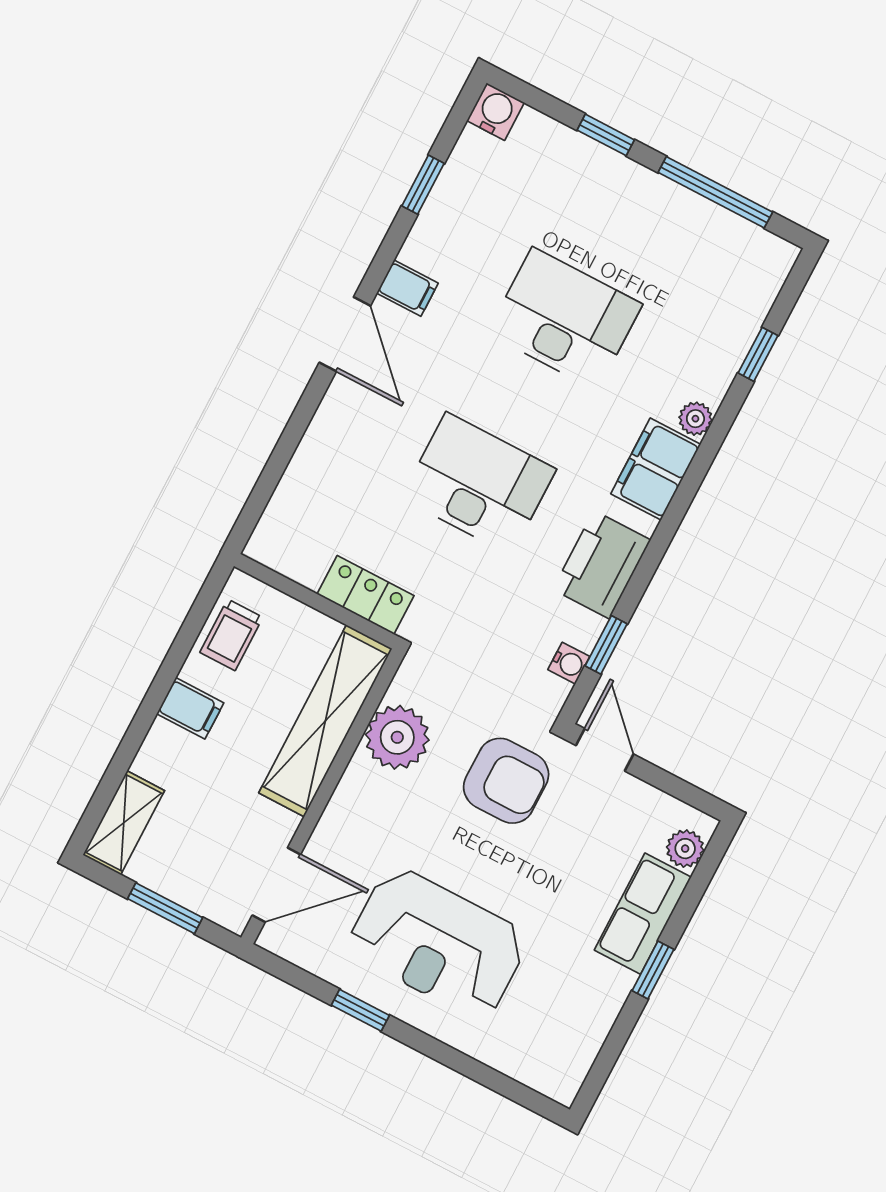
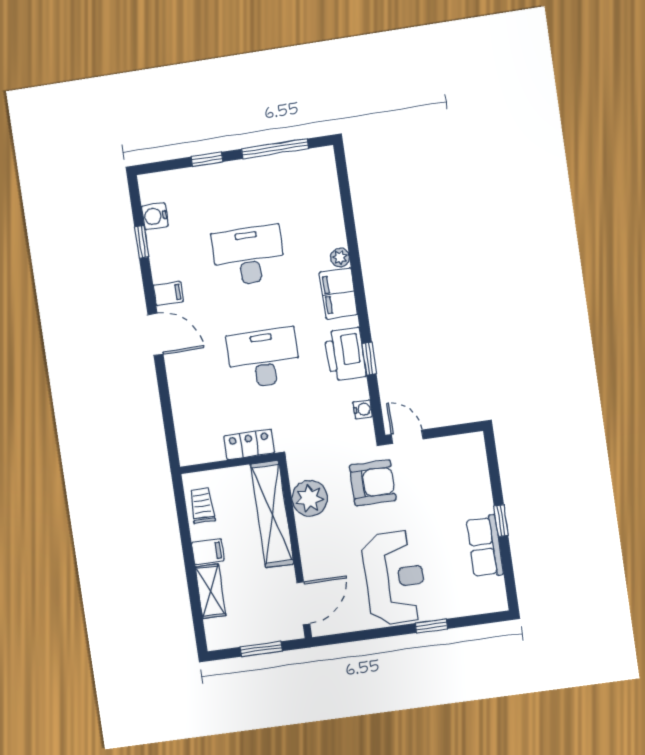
water cooler: (496, 112) -> (155, 216), moved, turned -90
window: (758, 354) -> (347, 208), removed
trolley: (231, 635) -> (202, 506), turned 180
window: (606, 645) -> (369, 359), moved
shelving: (124, 823) -> (210, 591), moved
plant: (685, 849) -> (476, 455), removed
row of seats: (643, 914) -> (485, 546), moved
reception desk: (438, 943) -> (395, 578), turned -90
window: (360, 1010) -> (431, 626), moved

